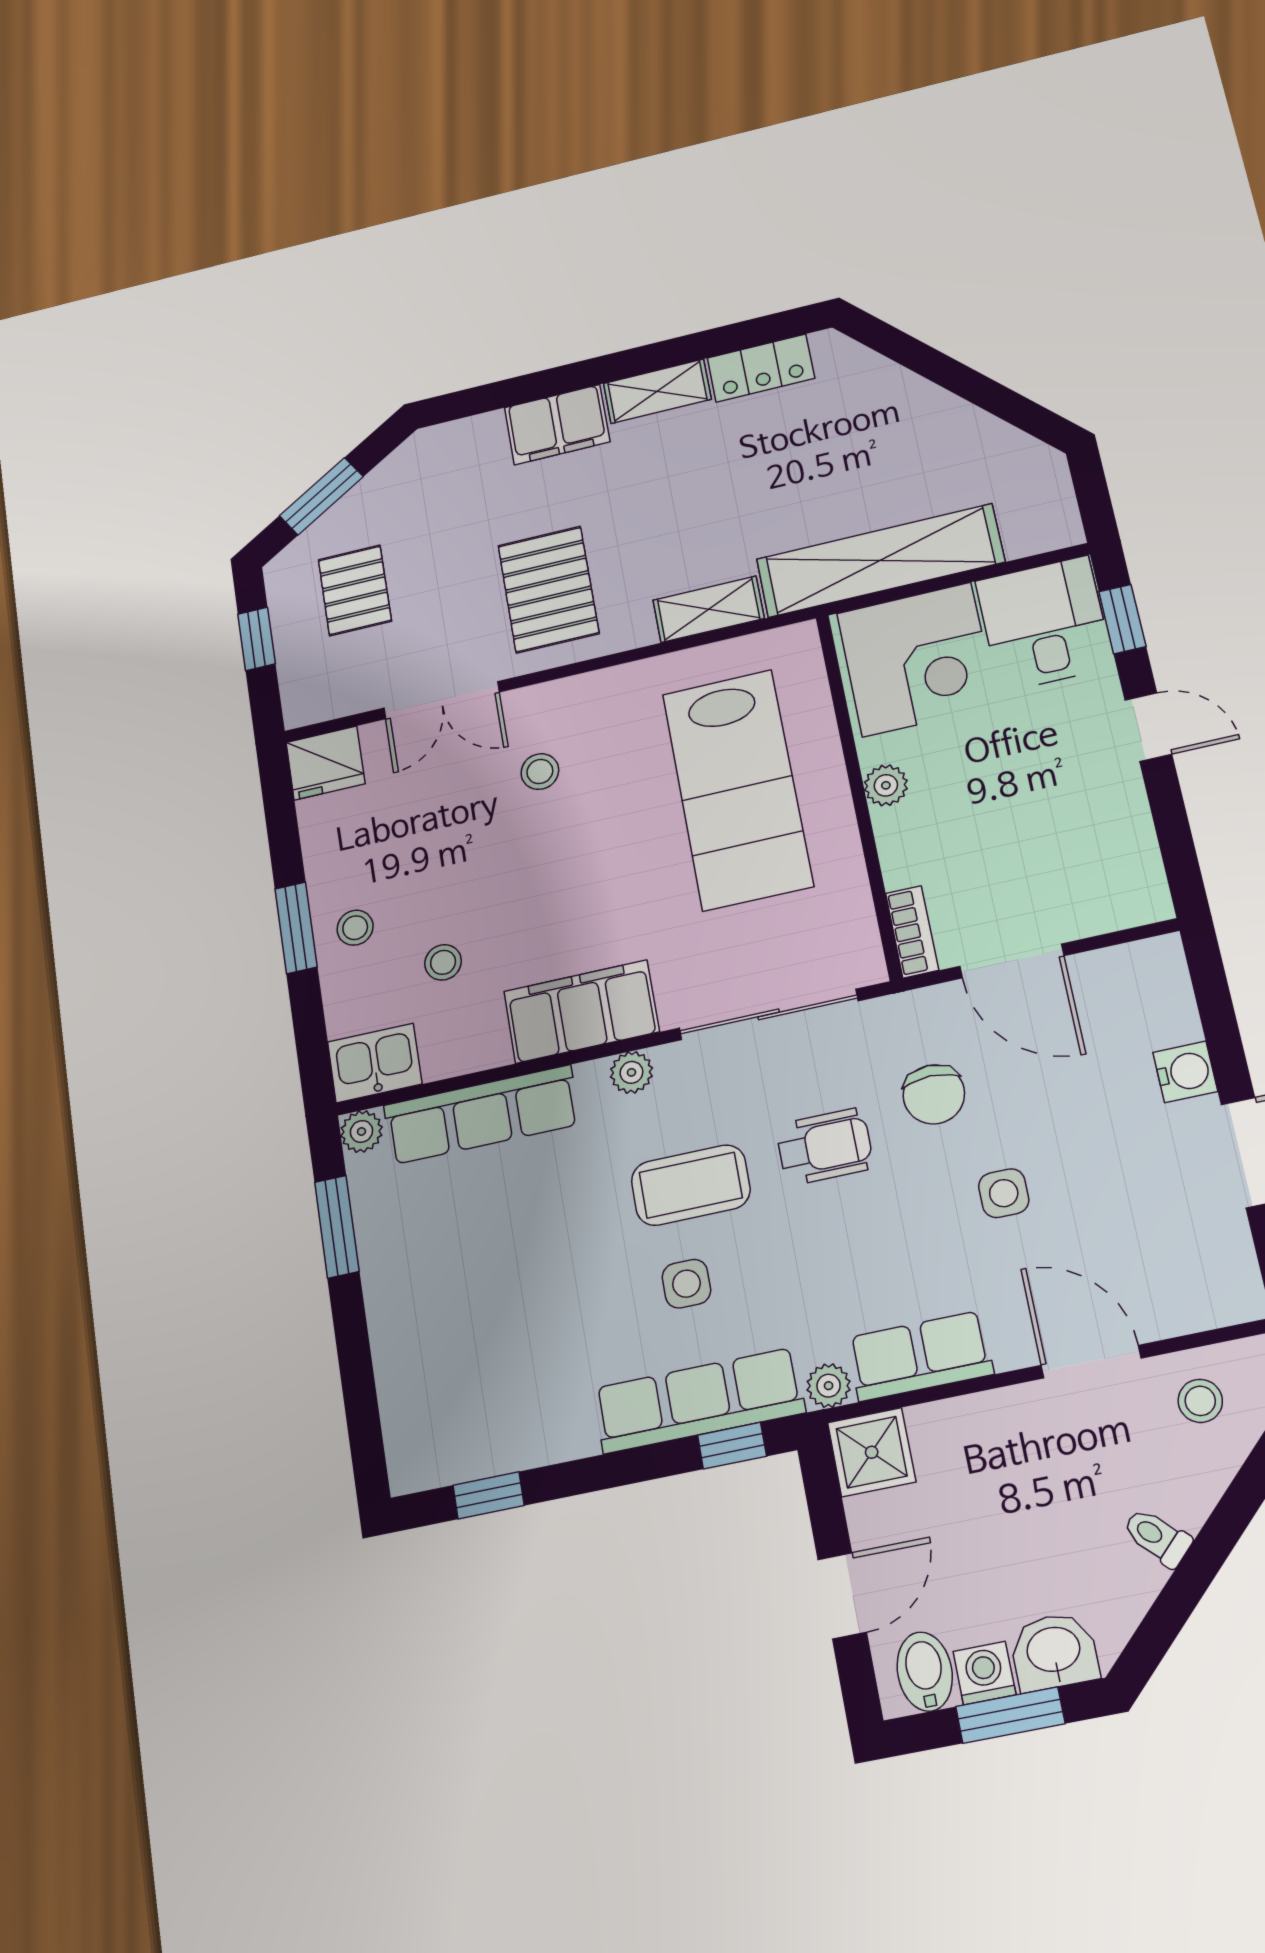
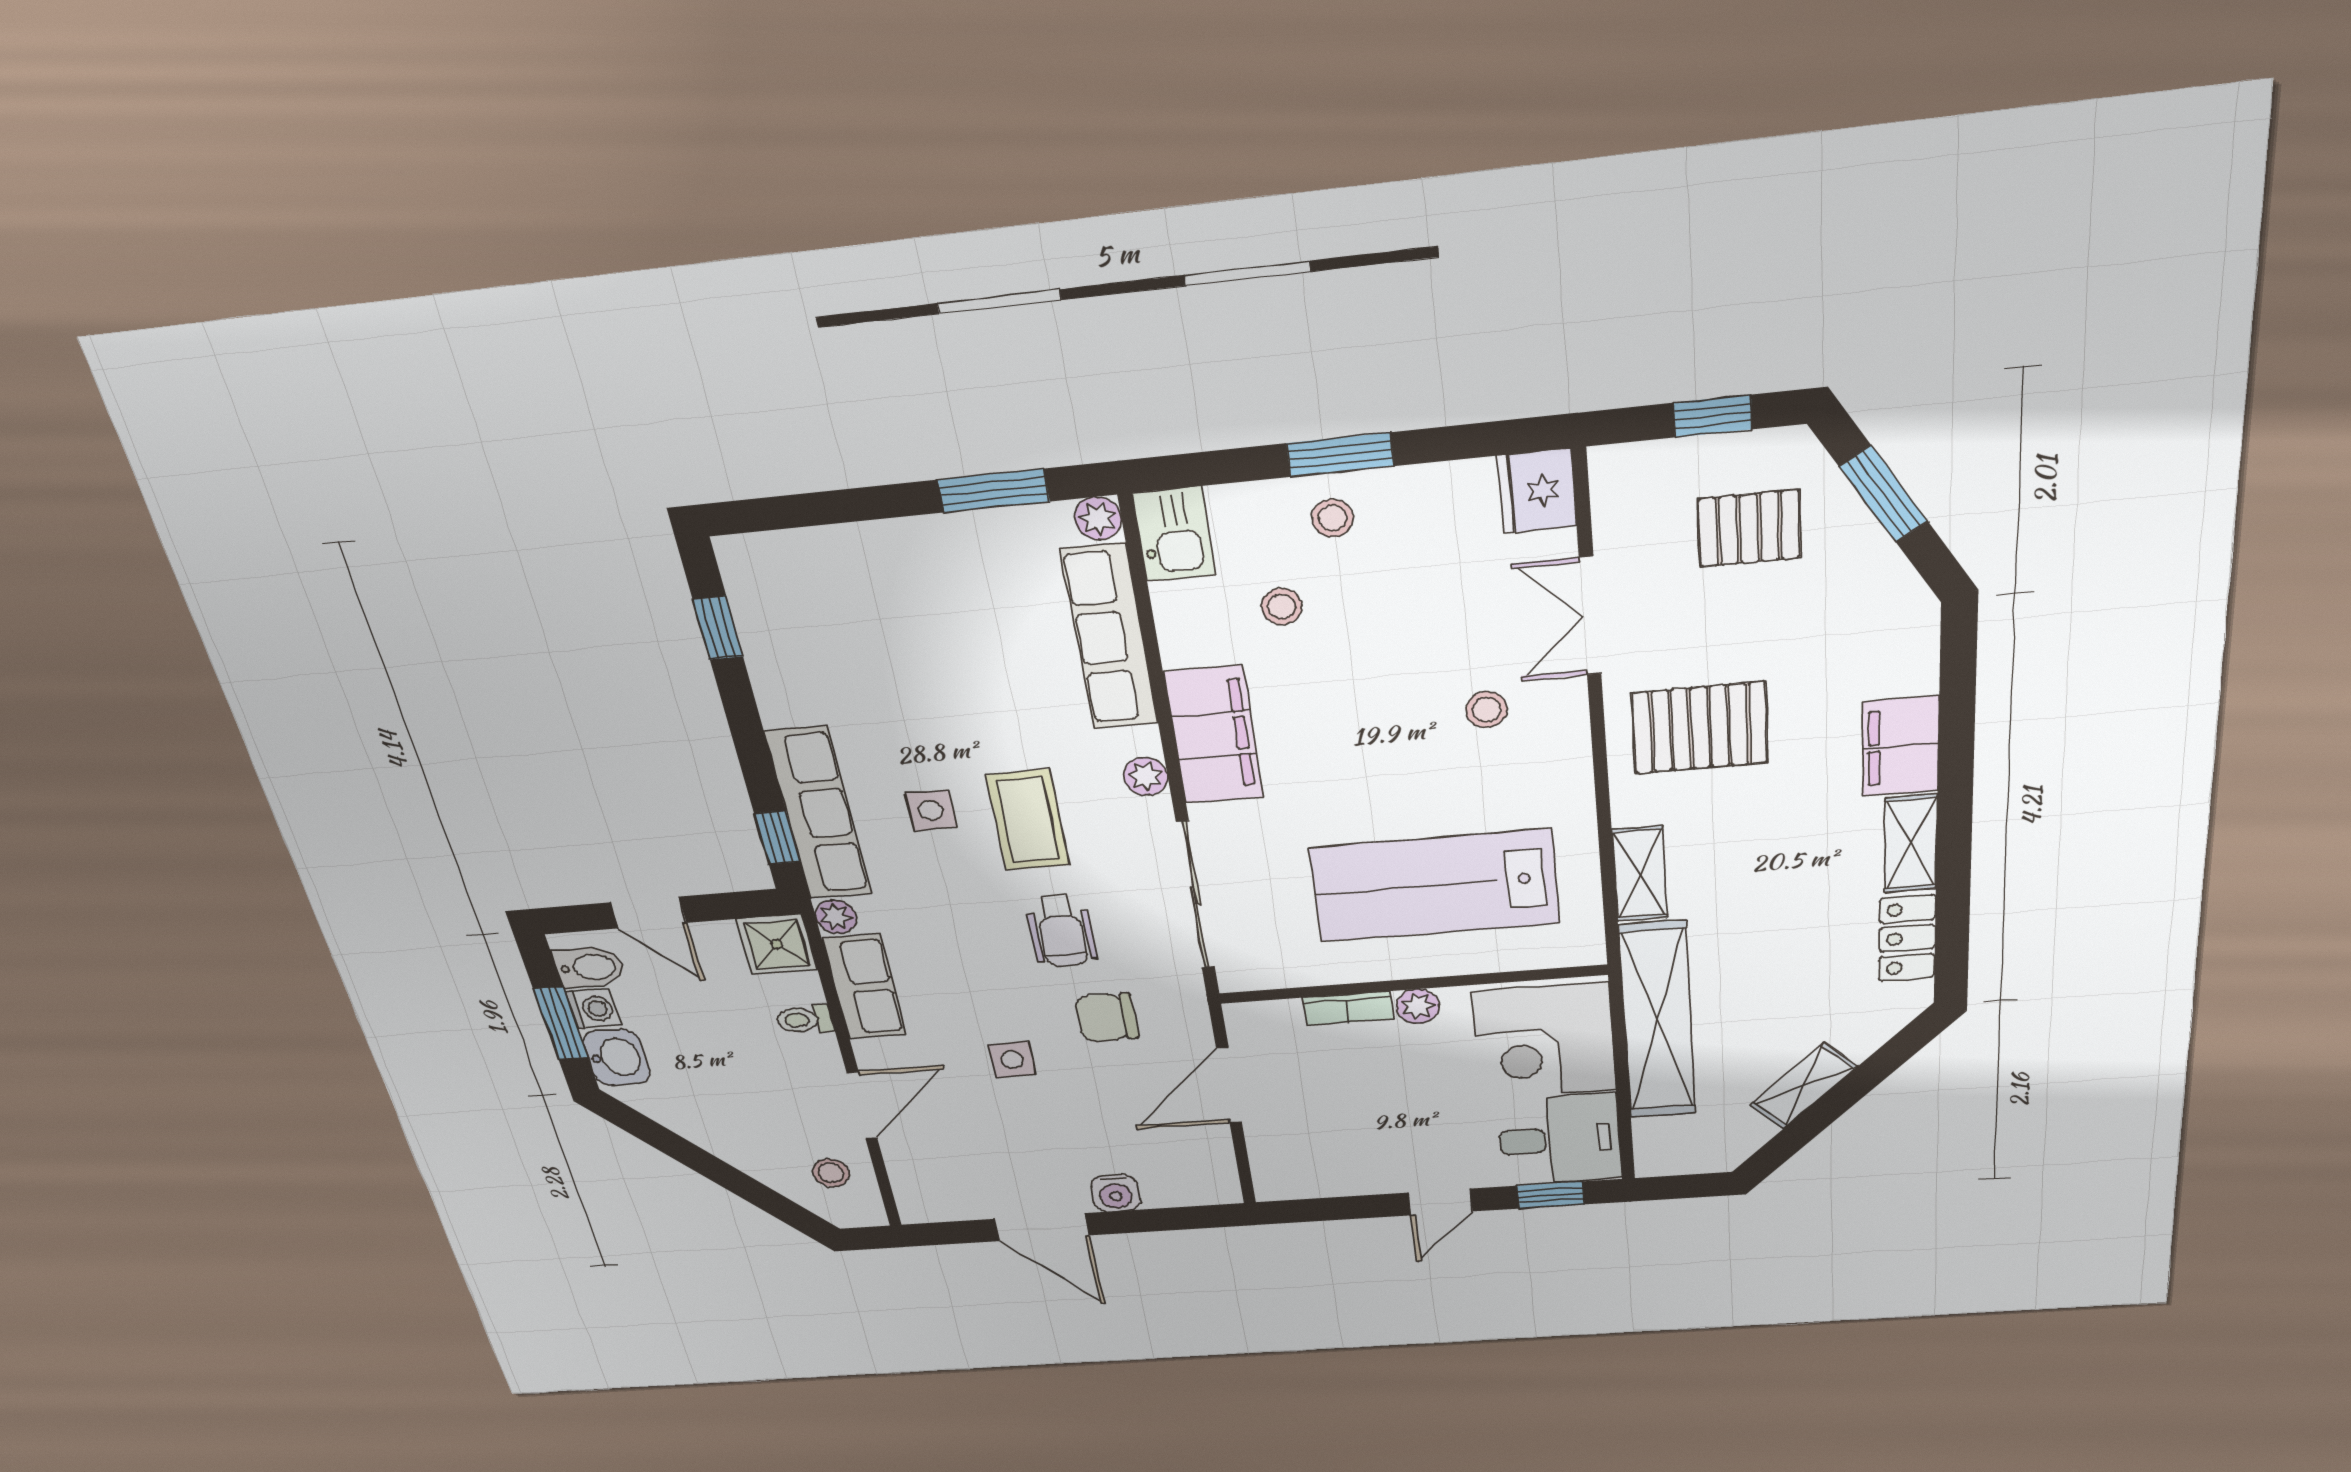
shelving: (946, 414) -> (1803, 1086), added
bookcase: (912, 932) -> (1348, 1008), moved
toilet: (1157, 1537) -> (804, 1020), moved, turned -135

